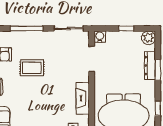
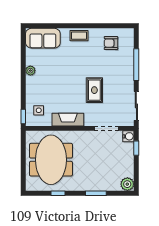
window: (126, 29) -> (136, 148), moved
dresser: (150, 66) -> (100, 186), removed
rug: (32, 68) -> (94, 90), moved

